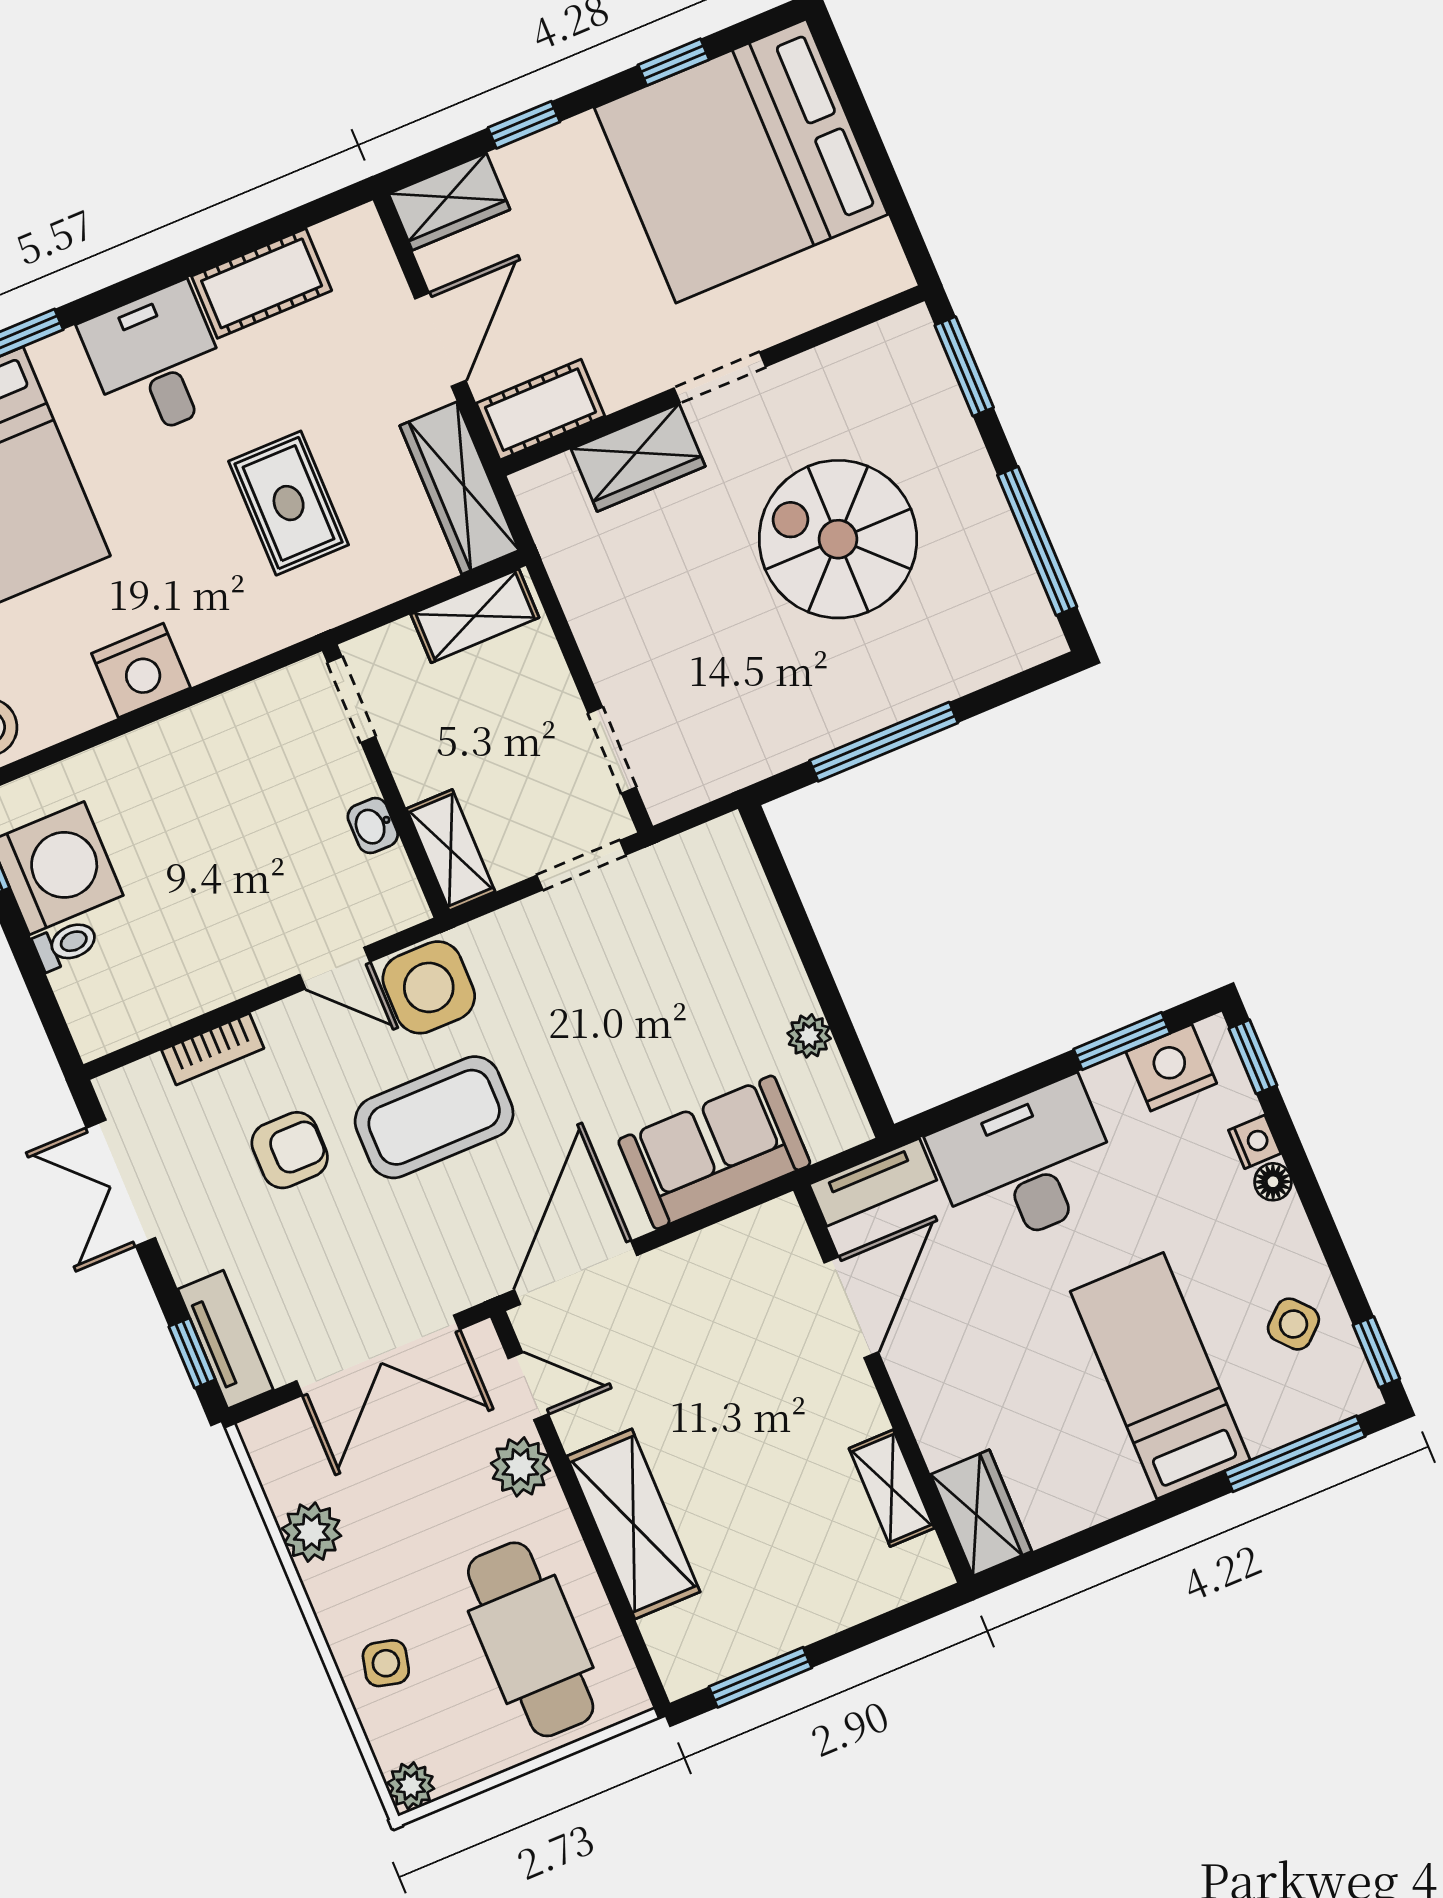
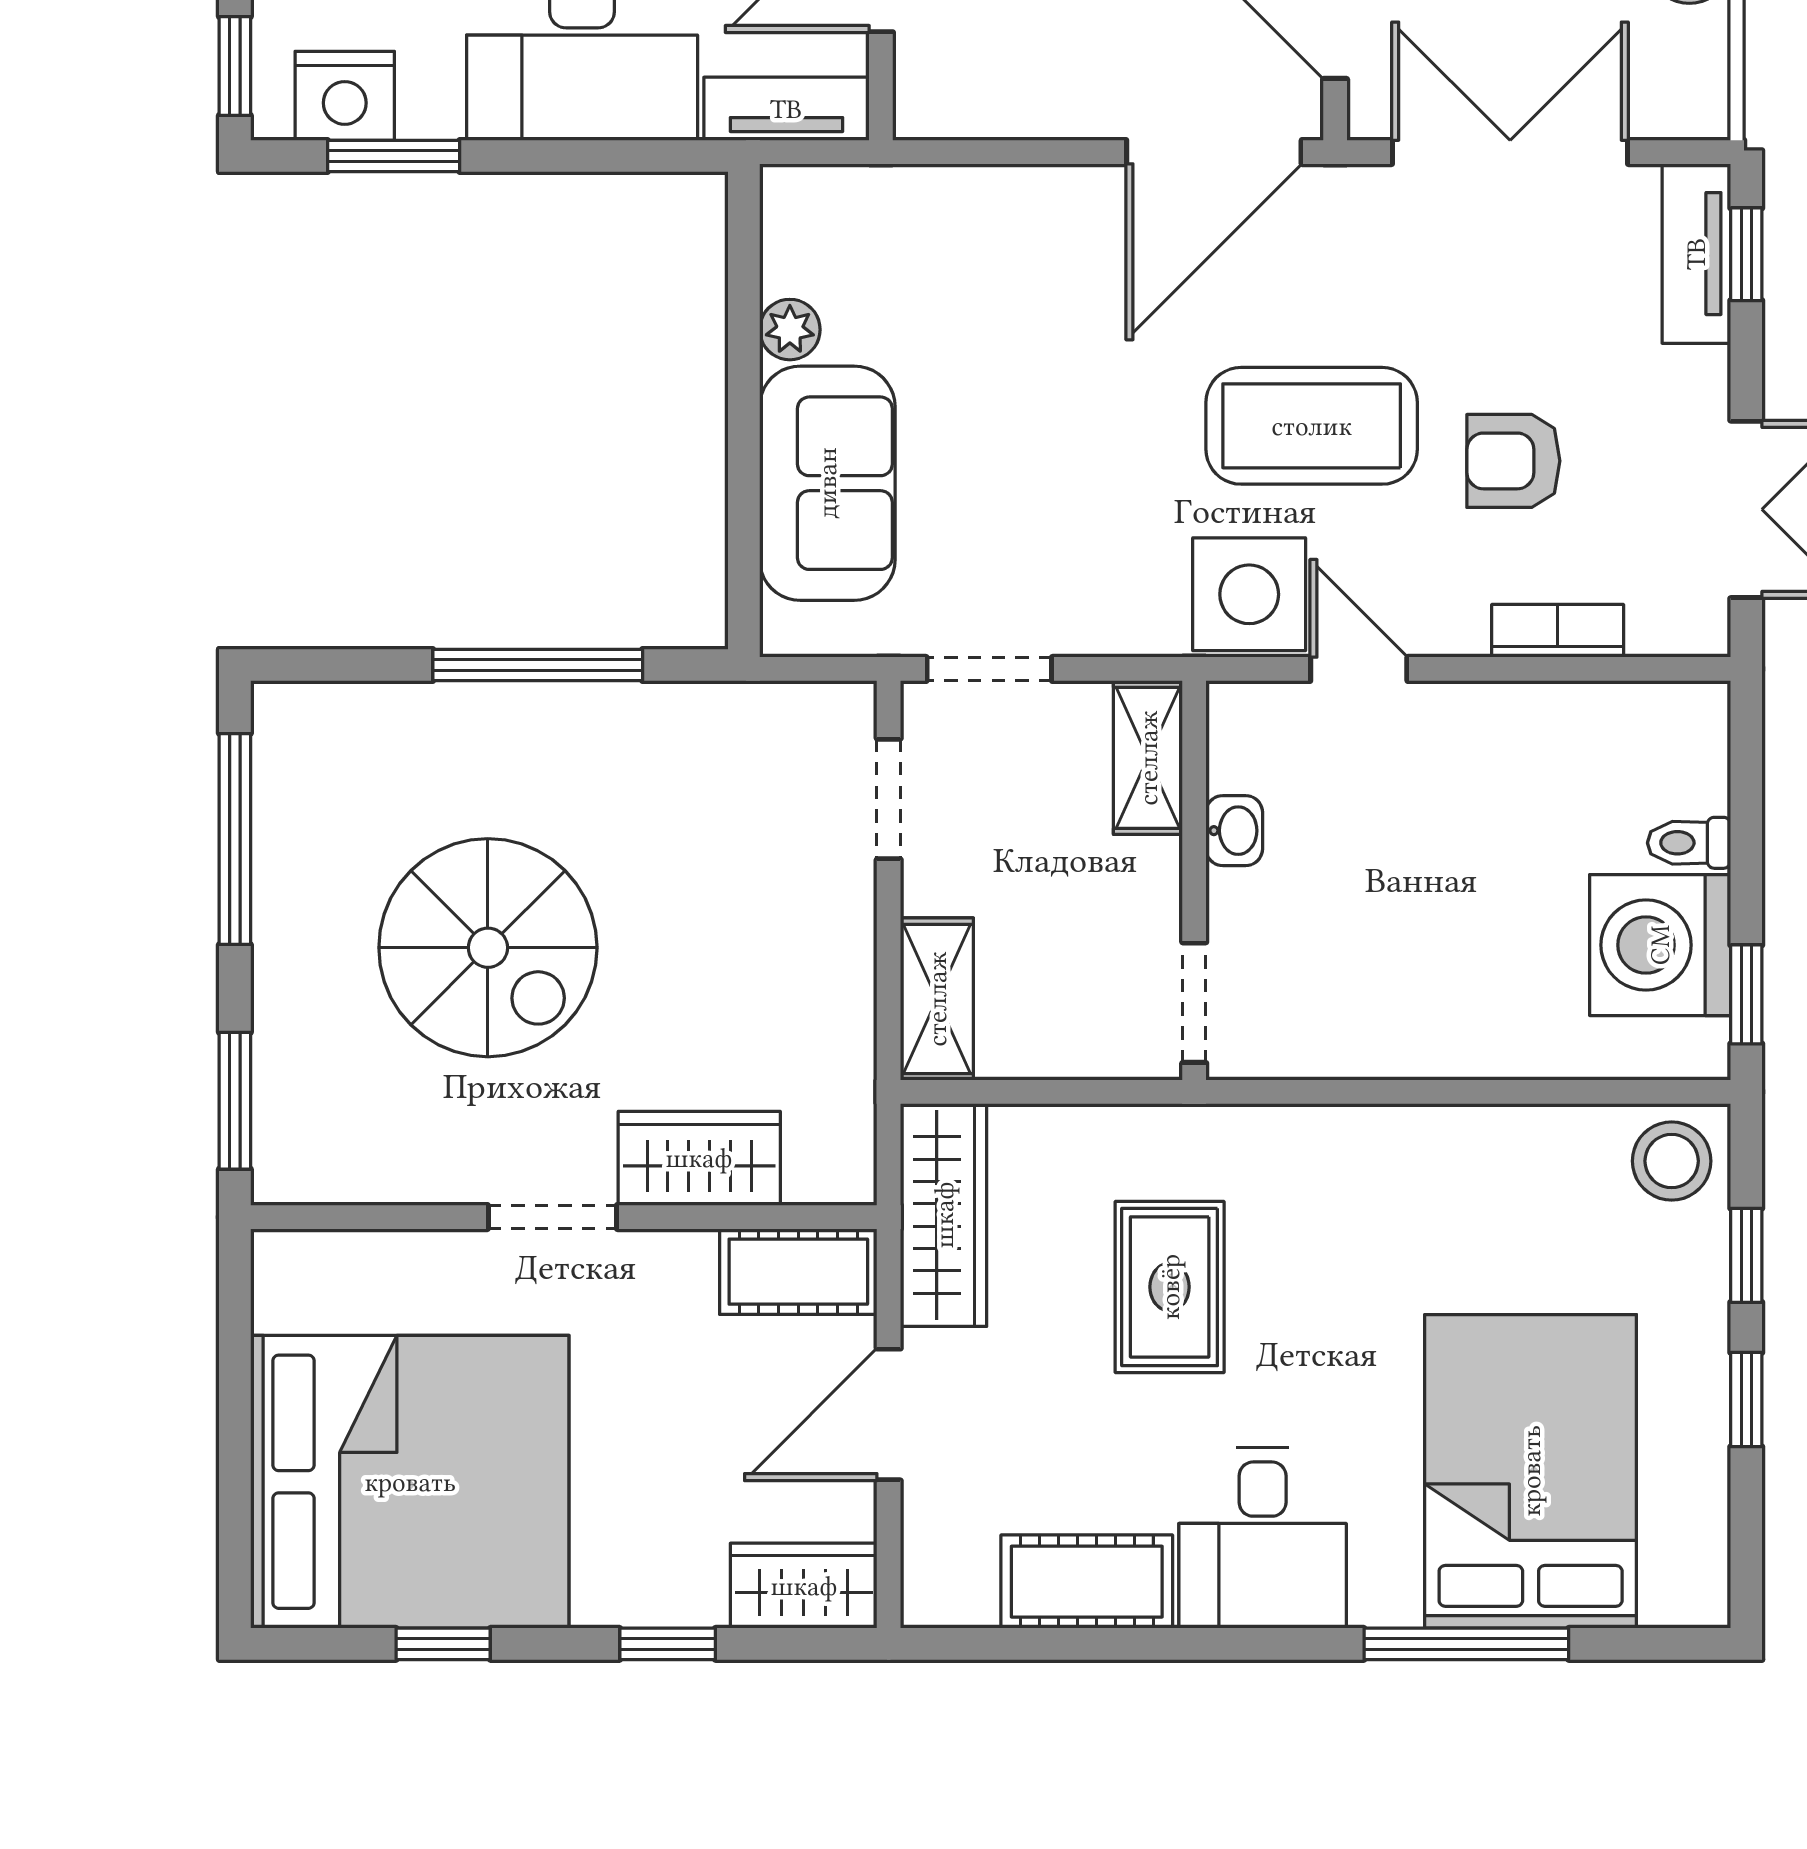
shelving: (475, 616) -> (937, 999), moved, turned 90
nightstand: (141, 671) -> (1447, 1152), removed
sofa: (714, 1152) -> (827, 483), moved, turned -90

